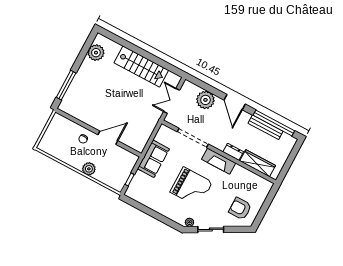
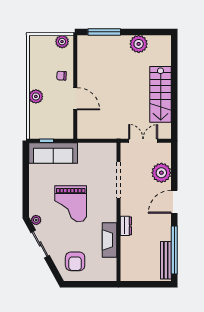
plant: (96, 53) -> (139, 44), moved
plant: (56, 124) -> (62, 42), added
bench: (266, 127) -> (166, 260), moved
sofa: (153, 159) -> (53, 153), moved, width x1.36
fireplace: (219, 161) -> (110, 240), moved
wardrobe: (258, 163) -> (127, 255), removed
armchair: (240, 209) -> (75, 261), turned 180

